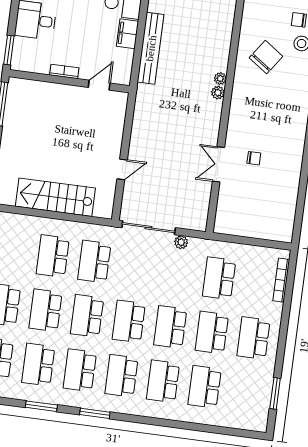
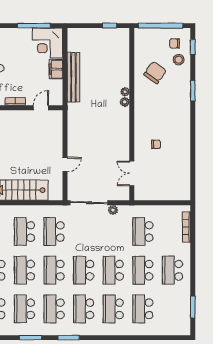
double door: (218, 164) -> (132, 173), moved

